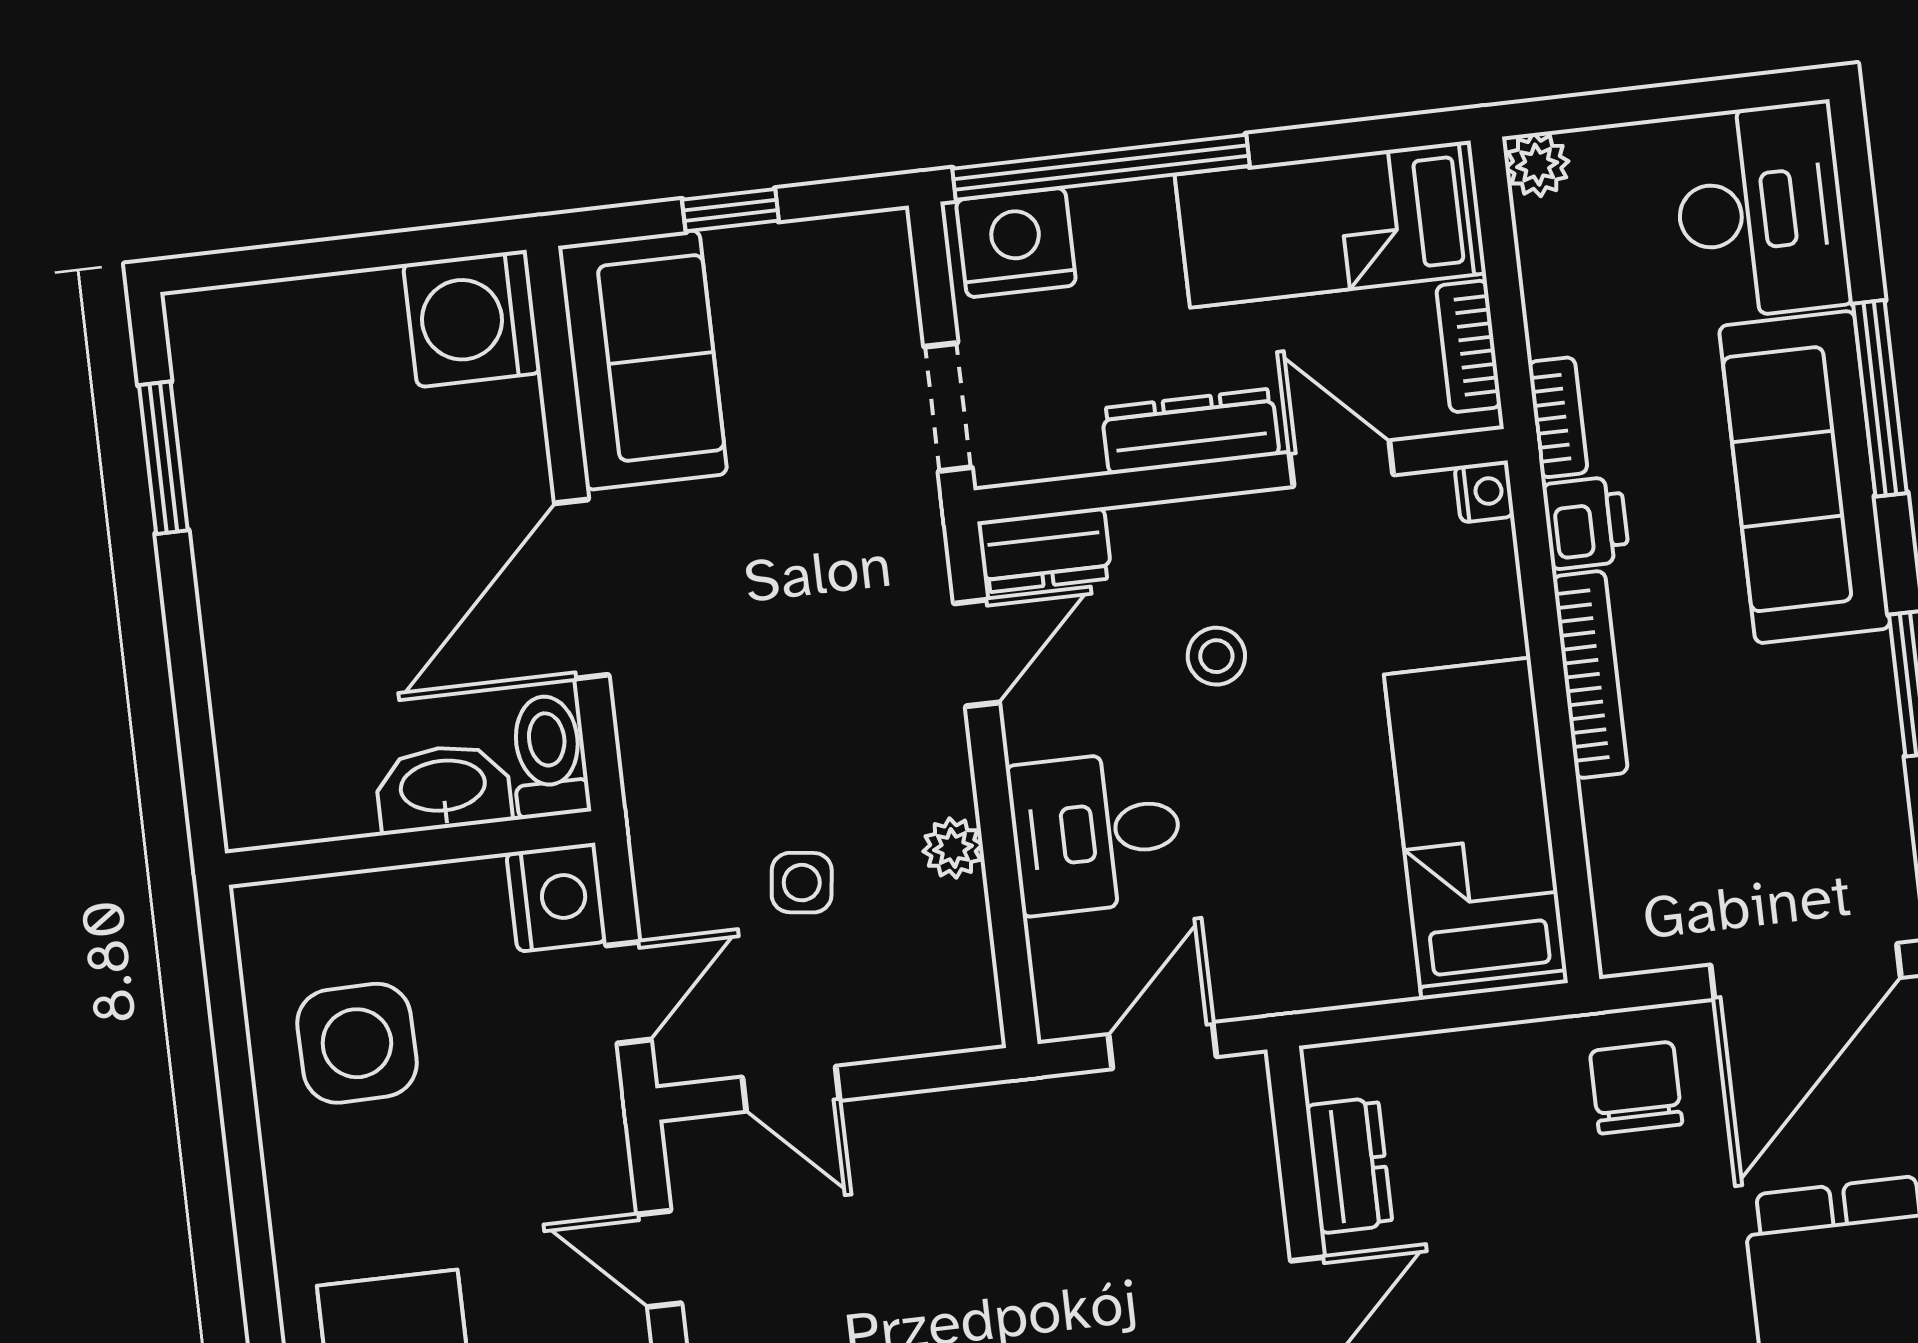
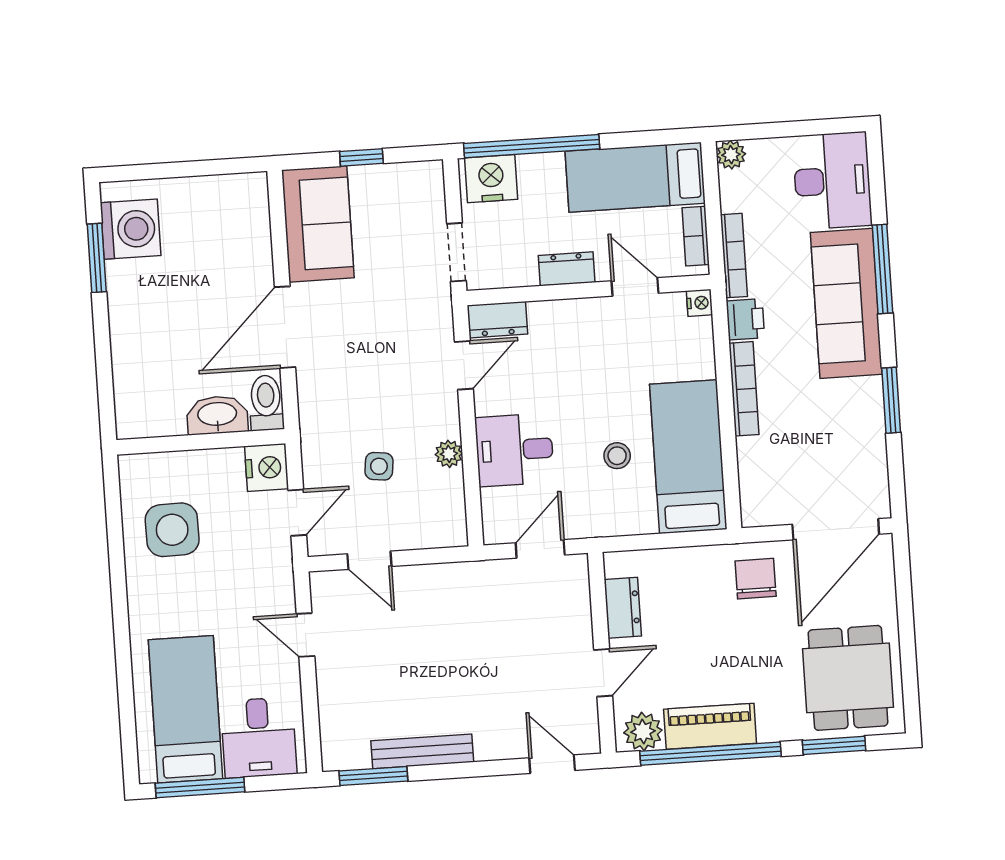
washing machine: (472, 319) -> (131, 229), moved, turned 180
bookcase: (1558, 417) -> (734, 256), width x1.56
dresser: (1190, 431) -> (567, 269), width x0.70
stool: (1216, 656) -> (617, 456), moved

